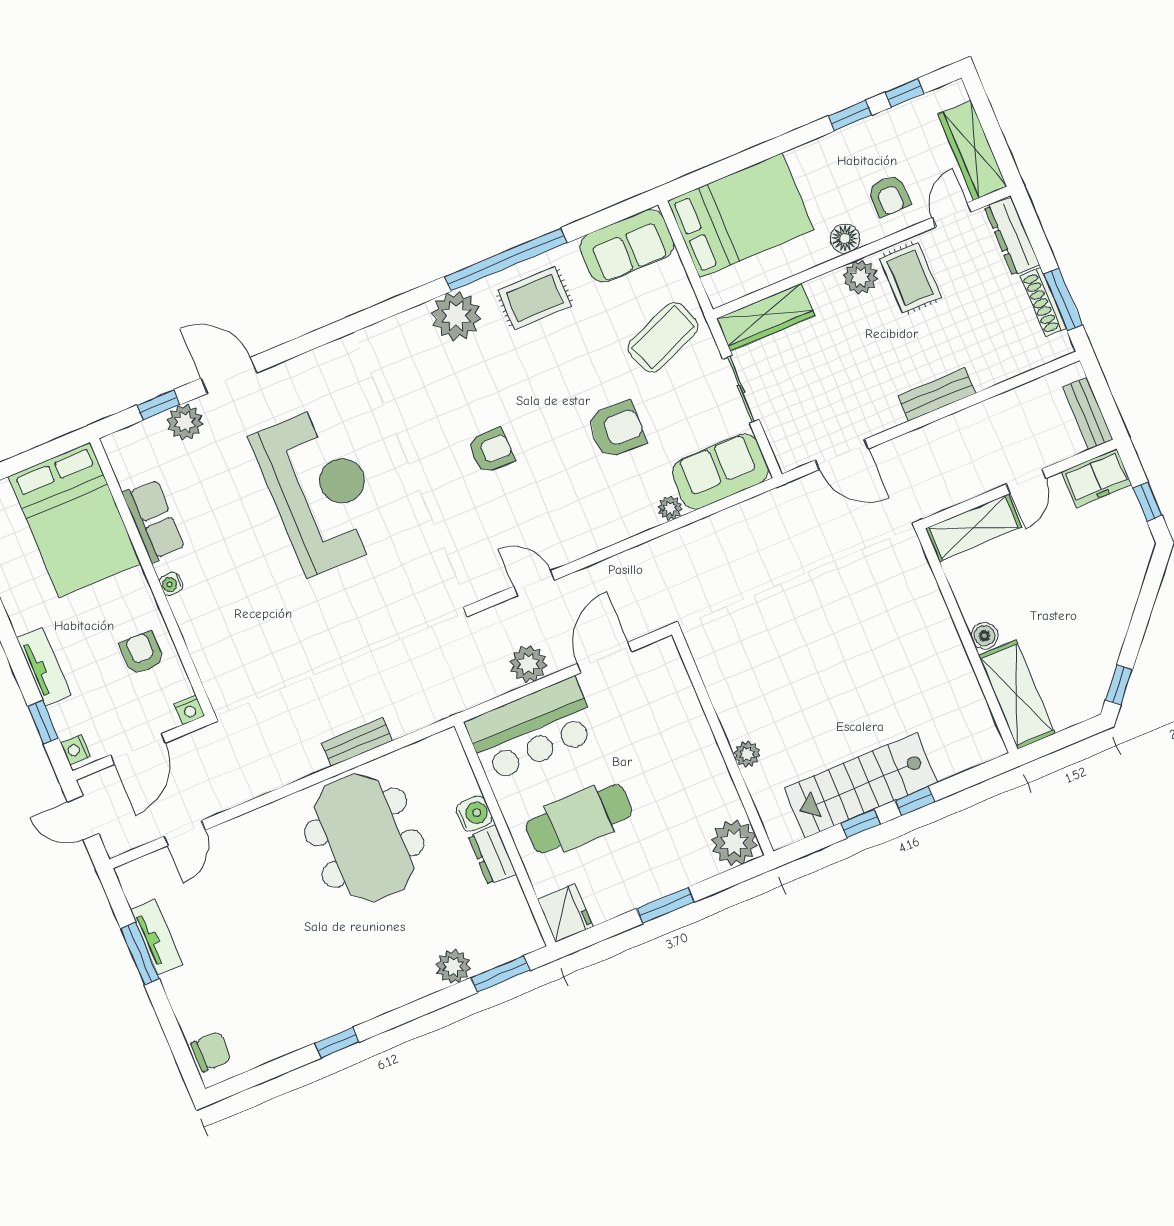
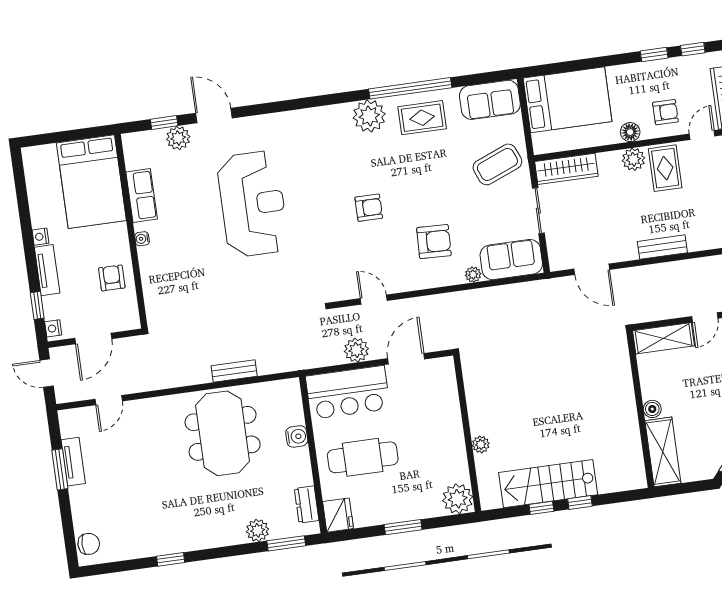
armchair: (889, 196) -> (665, 112), turned -90
armchair: (617, 430) -> (434, 242), moved
nightstand: (189, 710) -> (40, 237), moved, turned 90
dresser: (492, 855) -> (307, 505), moved

